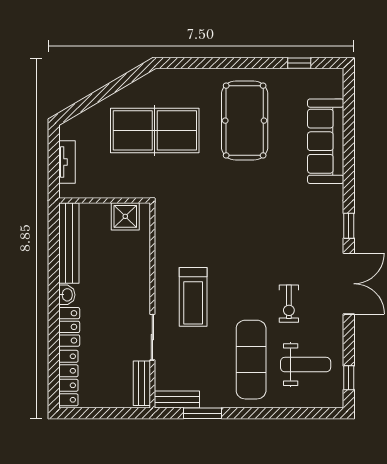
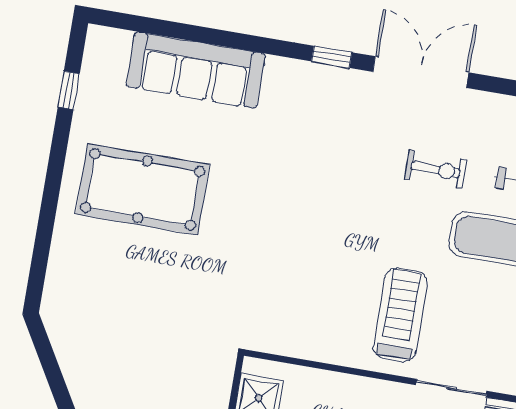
table tennis table: (155, 130) -> (134, 330), removed
treadmill: (193, 297) -> (400, 315), turned -90

